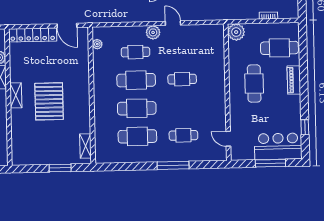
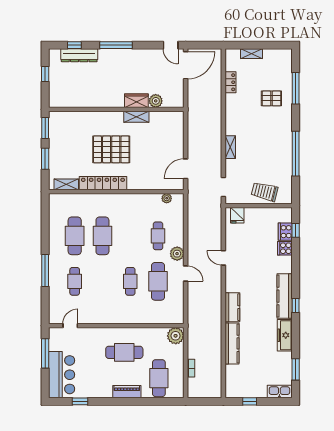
door: (173, 23) -> (186, 274), hinge flipped
locker: (33, 35) -> (103, 183), moved, turned 90
cafe table: (136, 80) -> (158, 281), moved
shelving: (16, 95) -> (136, 117), moved
window: (270, 163) -> (45, 353), moved
window: (29, 169) -> (45, 128), added

